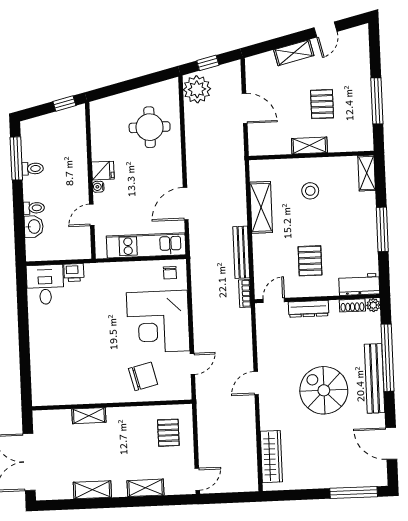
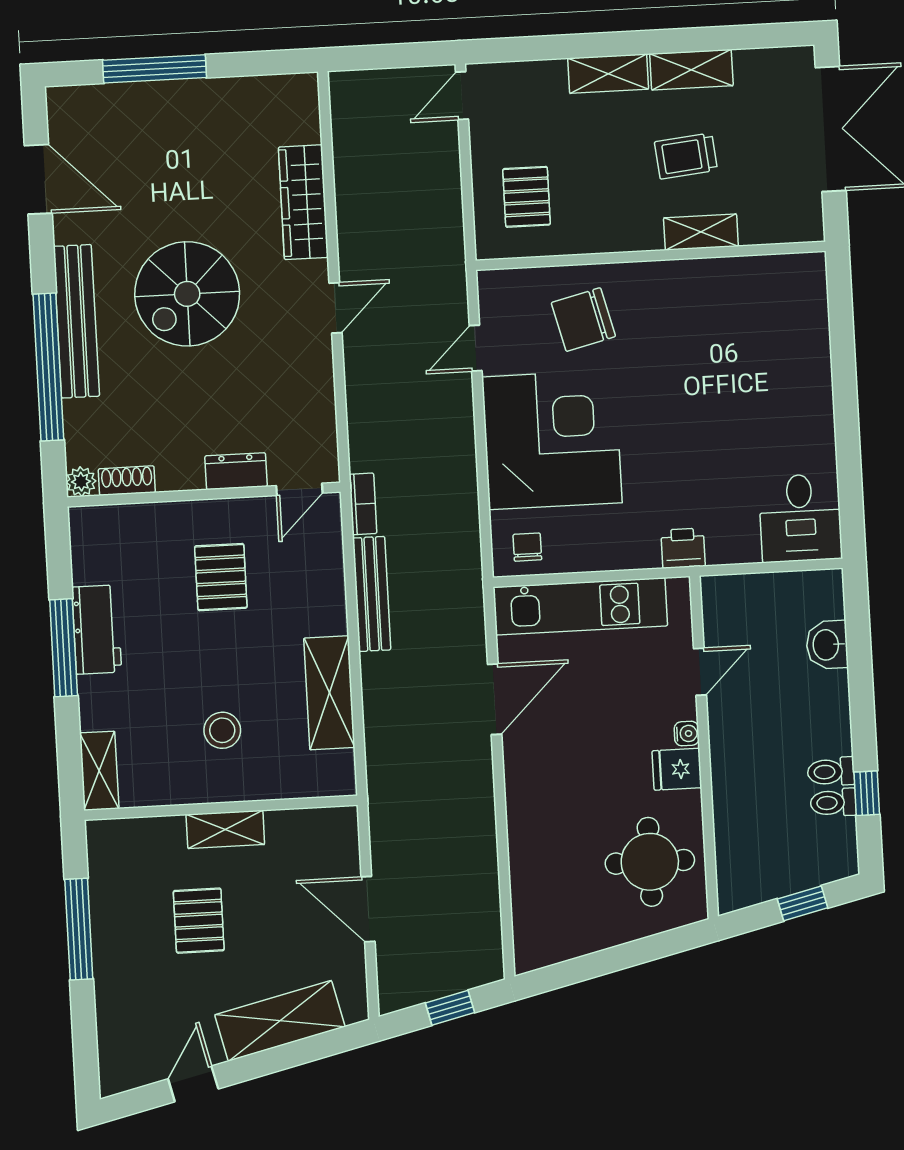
shelving: (294, 53) -> (280, 1021), width x1.50, depth x1.33
plant: (197, 89) -> (473, 950), removed
window: (64, 103) -> (803, 903), moved
round table: (150, 127) -> (650, 862), moved
window: (16, 158) -> (867, 793), width x0.46
toilet: (34, 208) -> (833, 803), moved
printer: (74, 273) -> (683, 548), moved
workbench: (359, 284) -> (97, 630), moved, turned -90
dresser: (309, 309) -> (236, 471), width x0.70
spiral stairs: (324, 390) -> (187, 294), turned 90
trolley: (95, 450) -> (686, 156), added
wardrobe: (271, 457) -> (303, 202), moved
shelving: (146, 488) -> (608, 74), moved
window: (354, 493) -> (154, 69), moved

